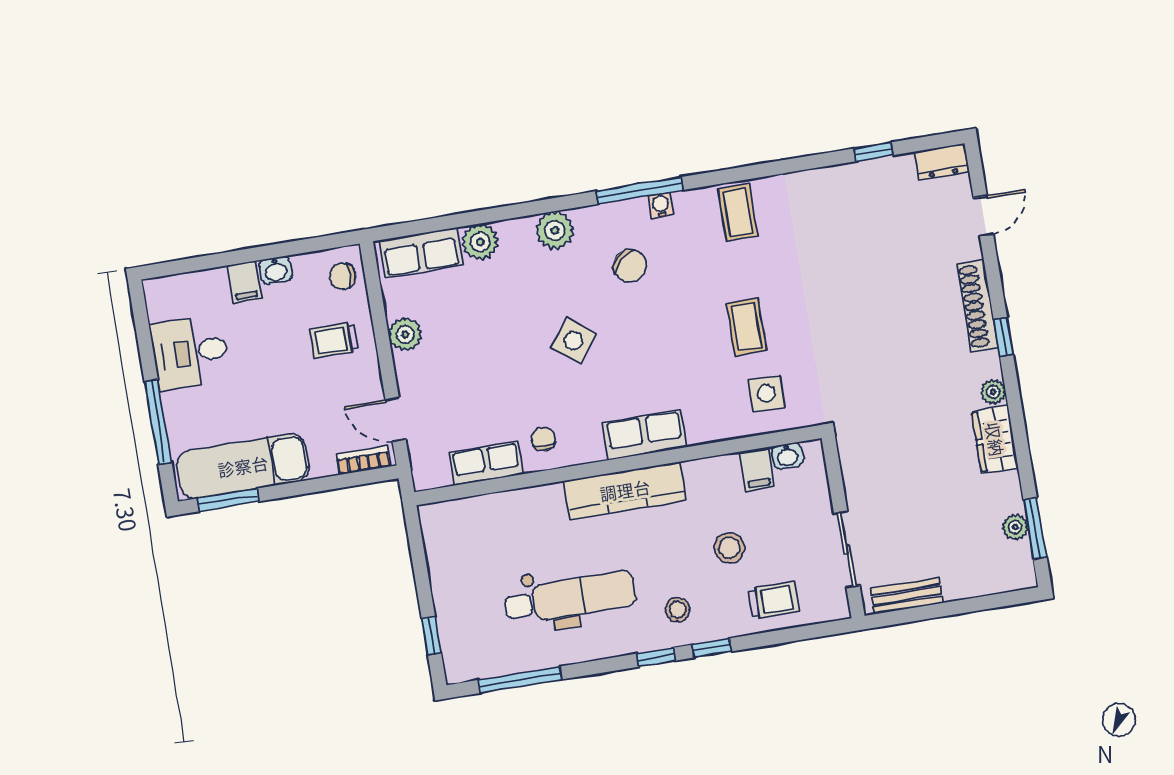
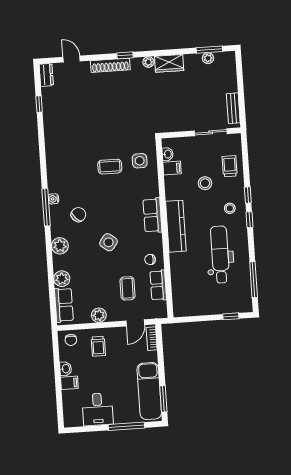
coffee table: (738, 212) -> (128, 288), moved, turned 90

